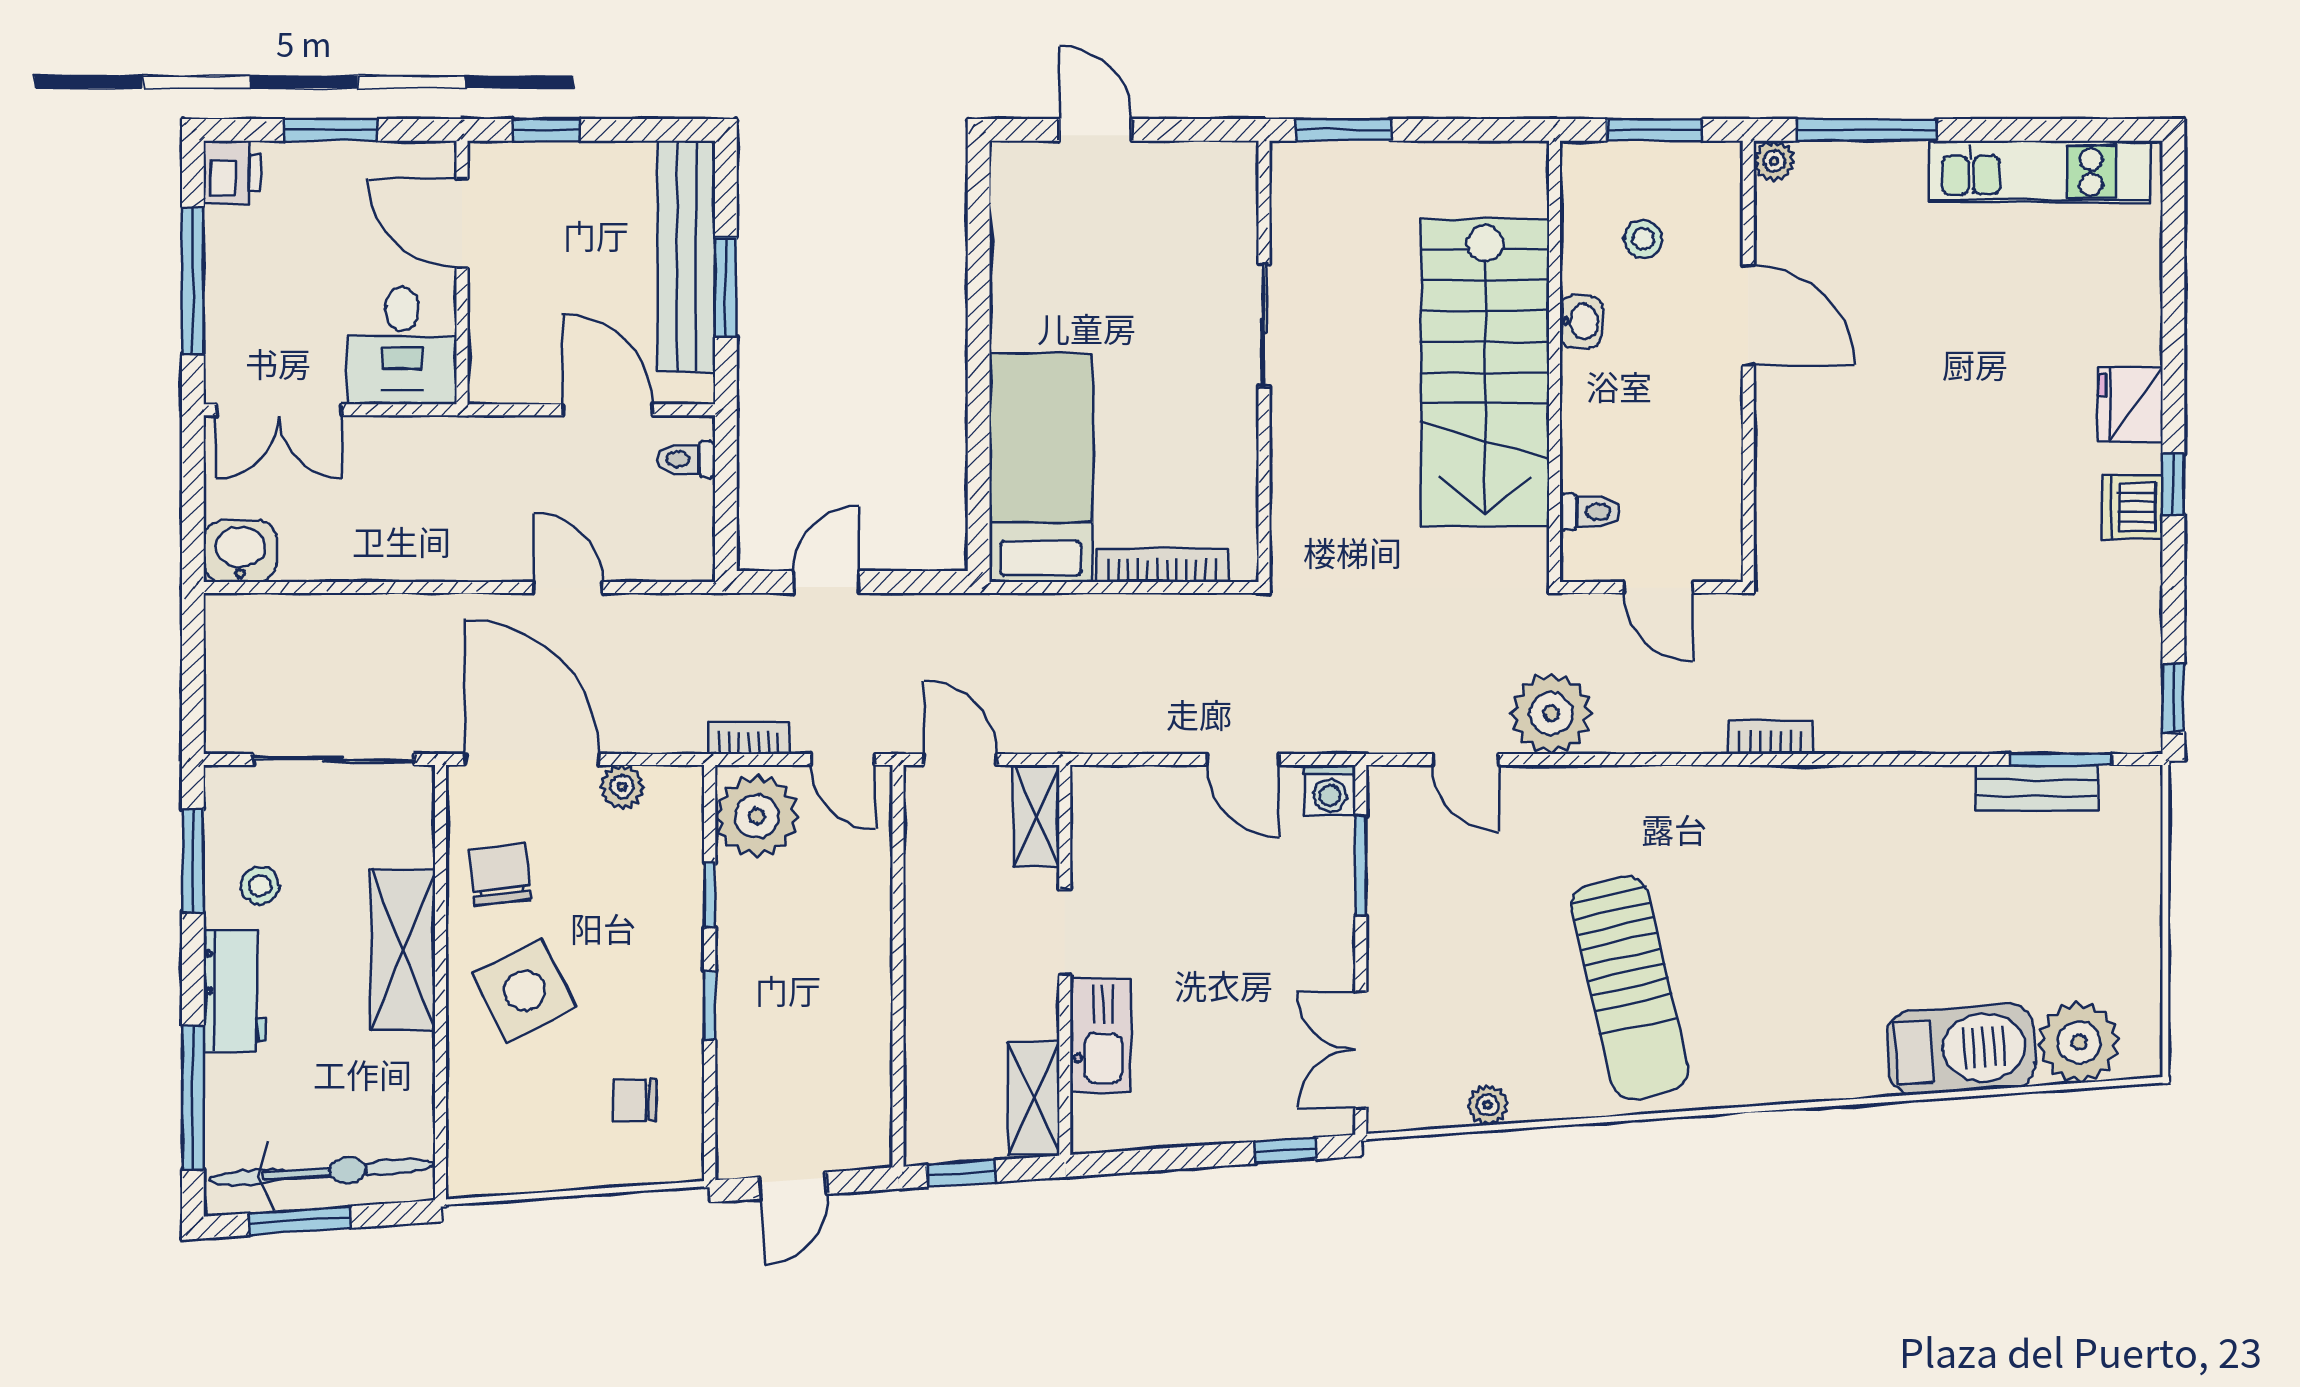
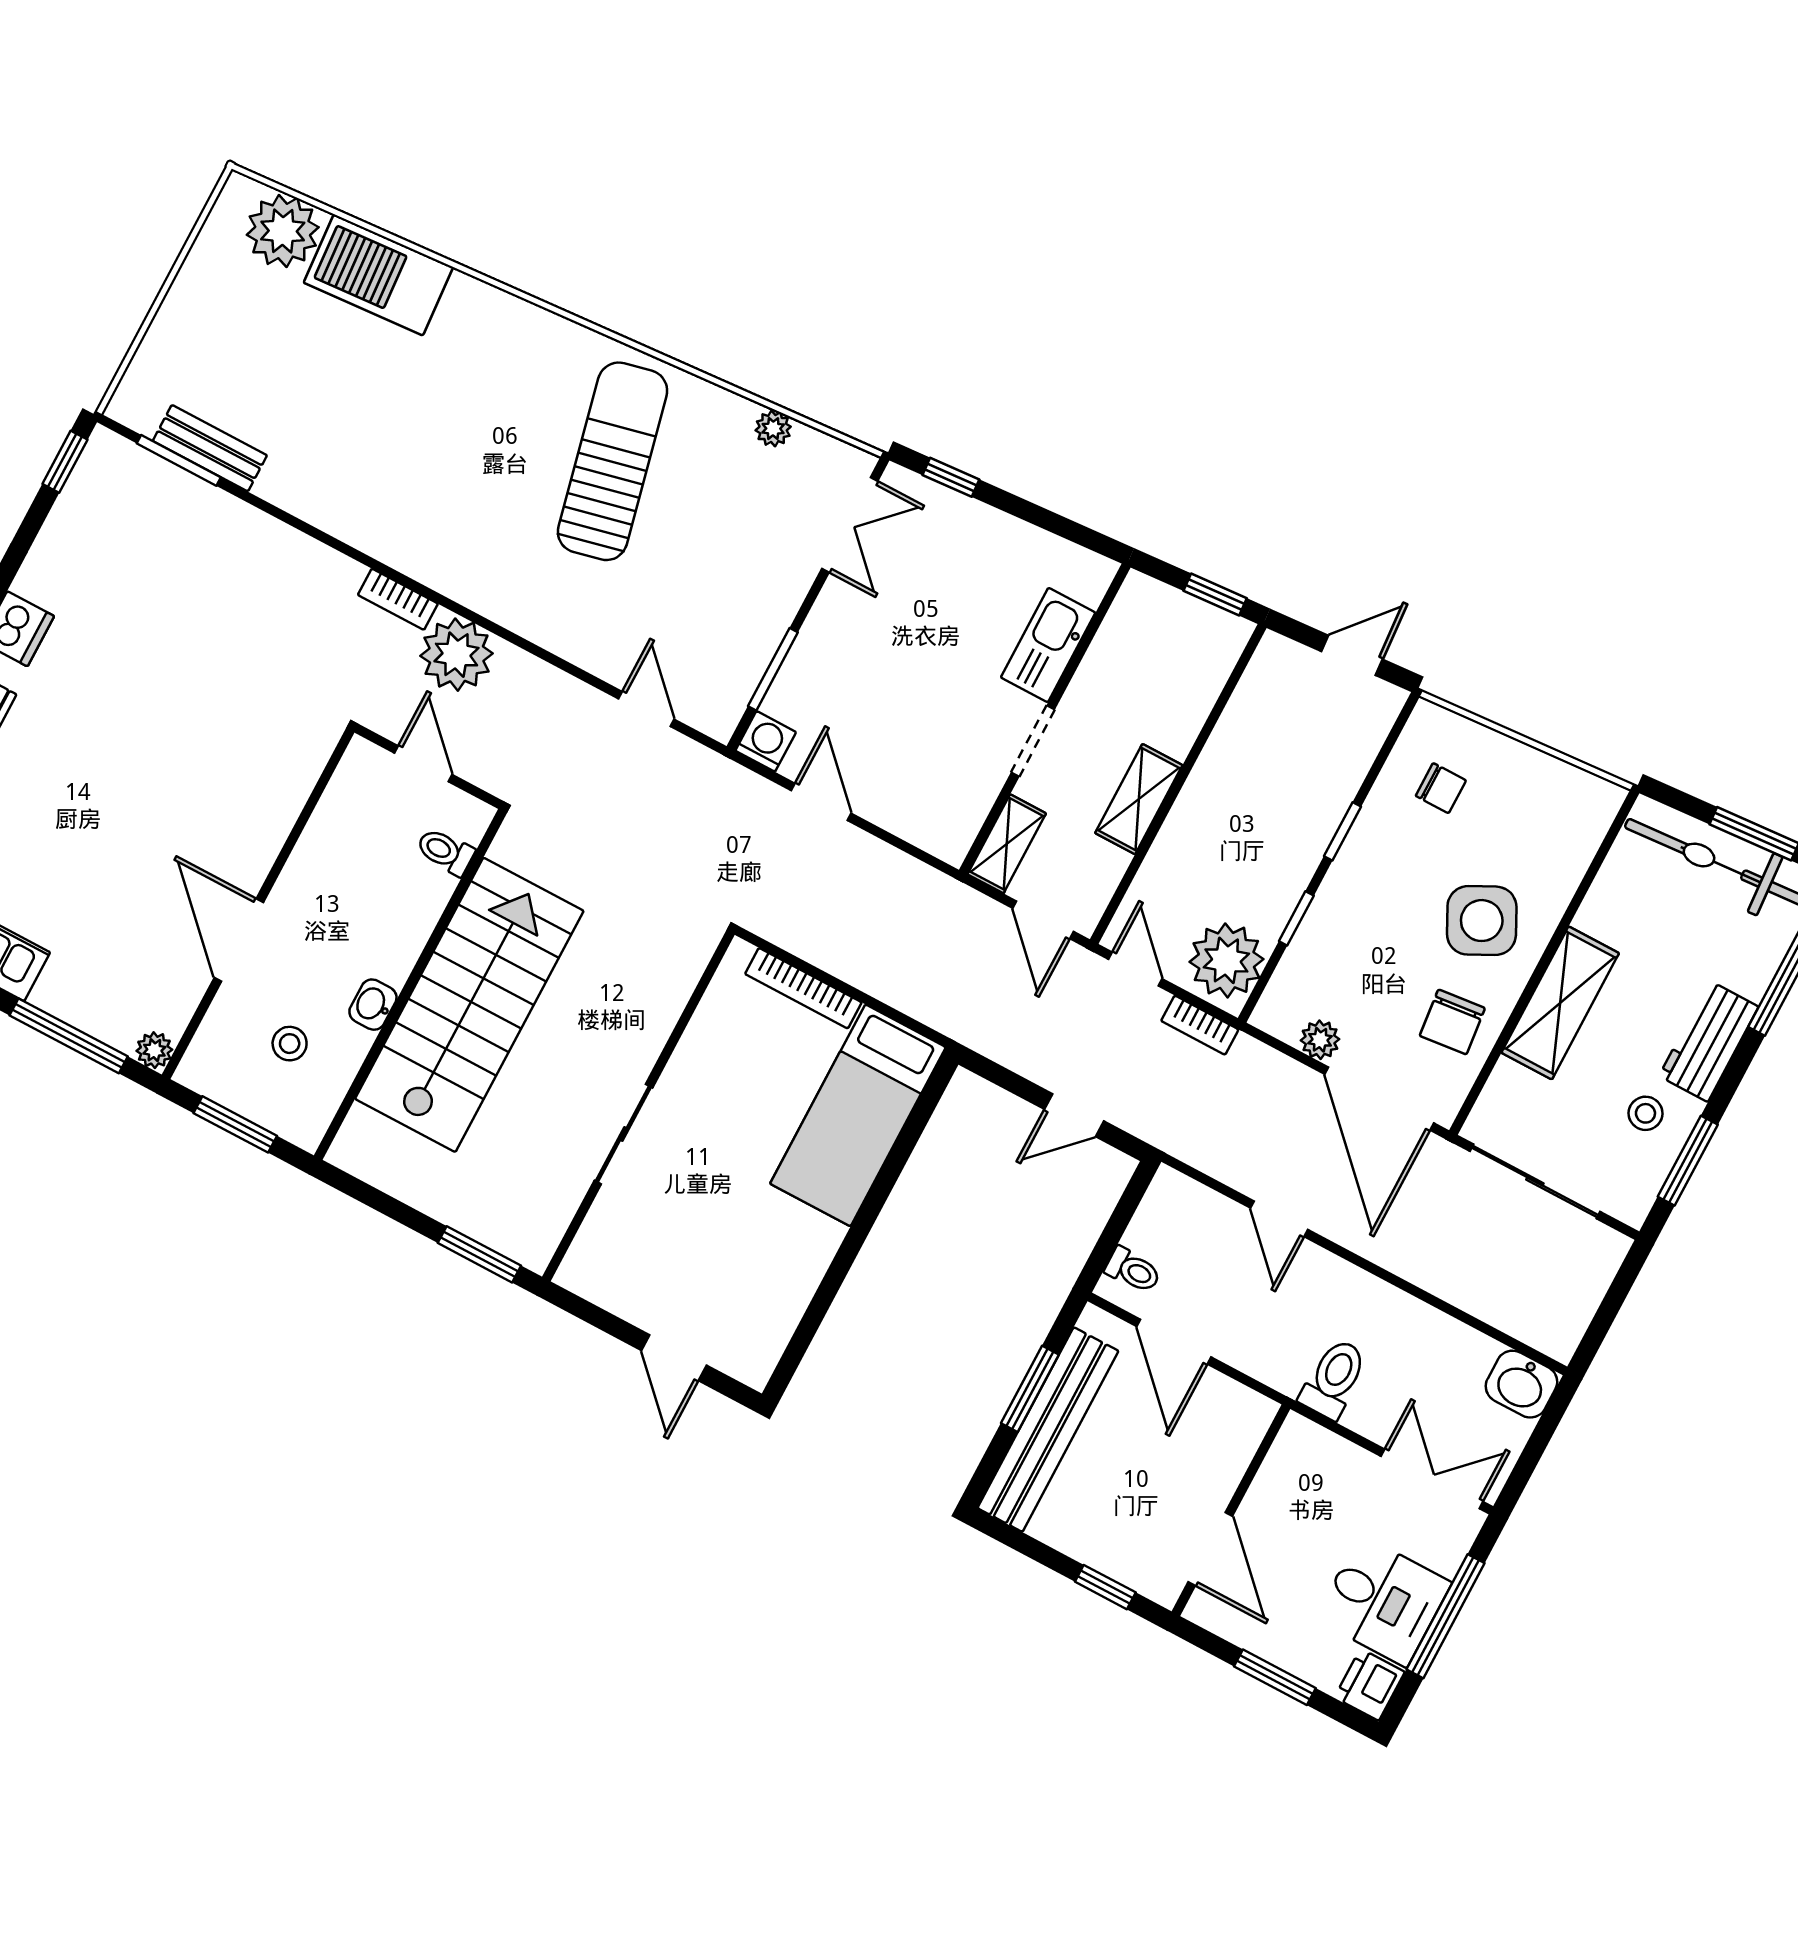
desk: (402, 345) -> (1383, 1601), moved, turned 90
toilet: (429, 457) -> (1334, 1379), added
plant: (1551, 713) -> (457, 655), moved
shelving: (1034, 1098) -> (1139, 799), moved

